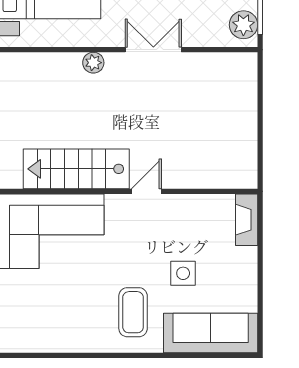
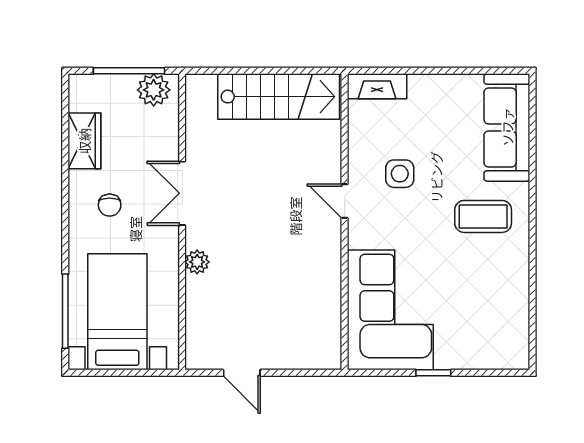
stairs: (76, 169) -> (279, 97), moved, turned -90
side table: (183, 273) -> (400, 174), moved

